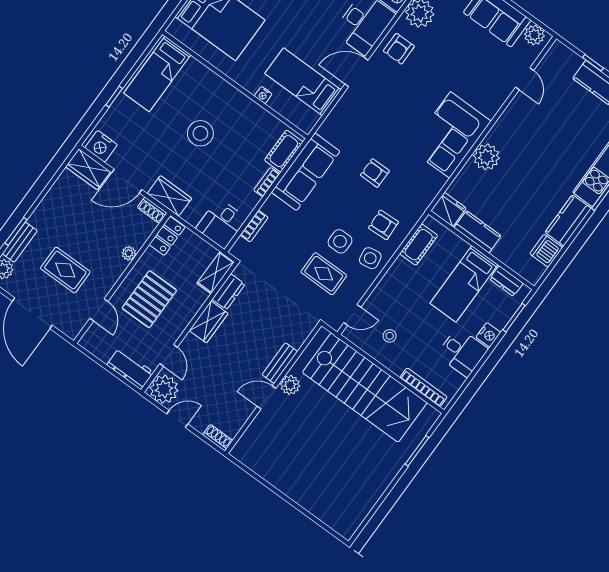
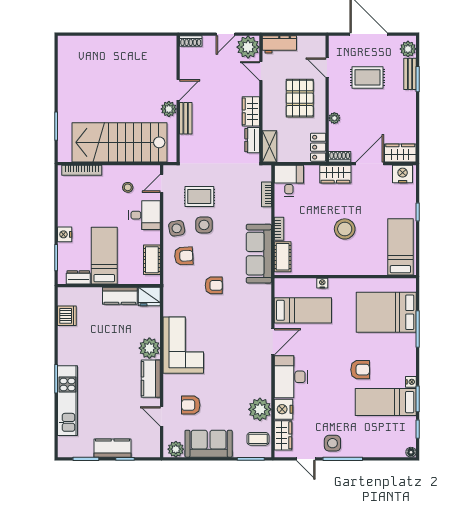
armchair: (399, 49) -> (191, 405), moved, turned -90
kitchen counter: (568, 220) -> (151, 379), moved, turned 180
desk: (462, 352) -> (144, 215), moved, turned 180

